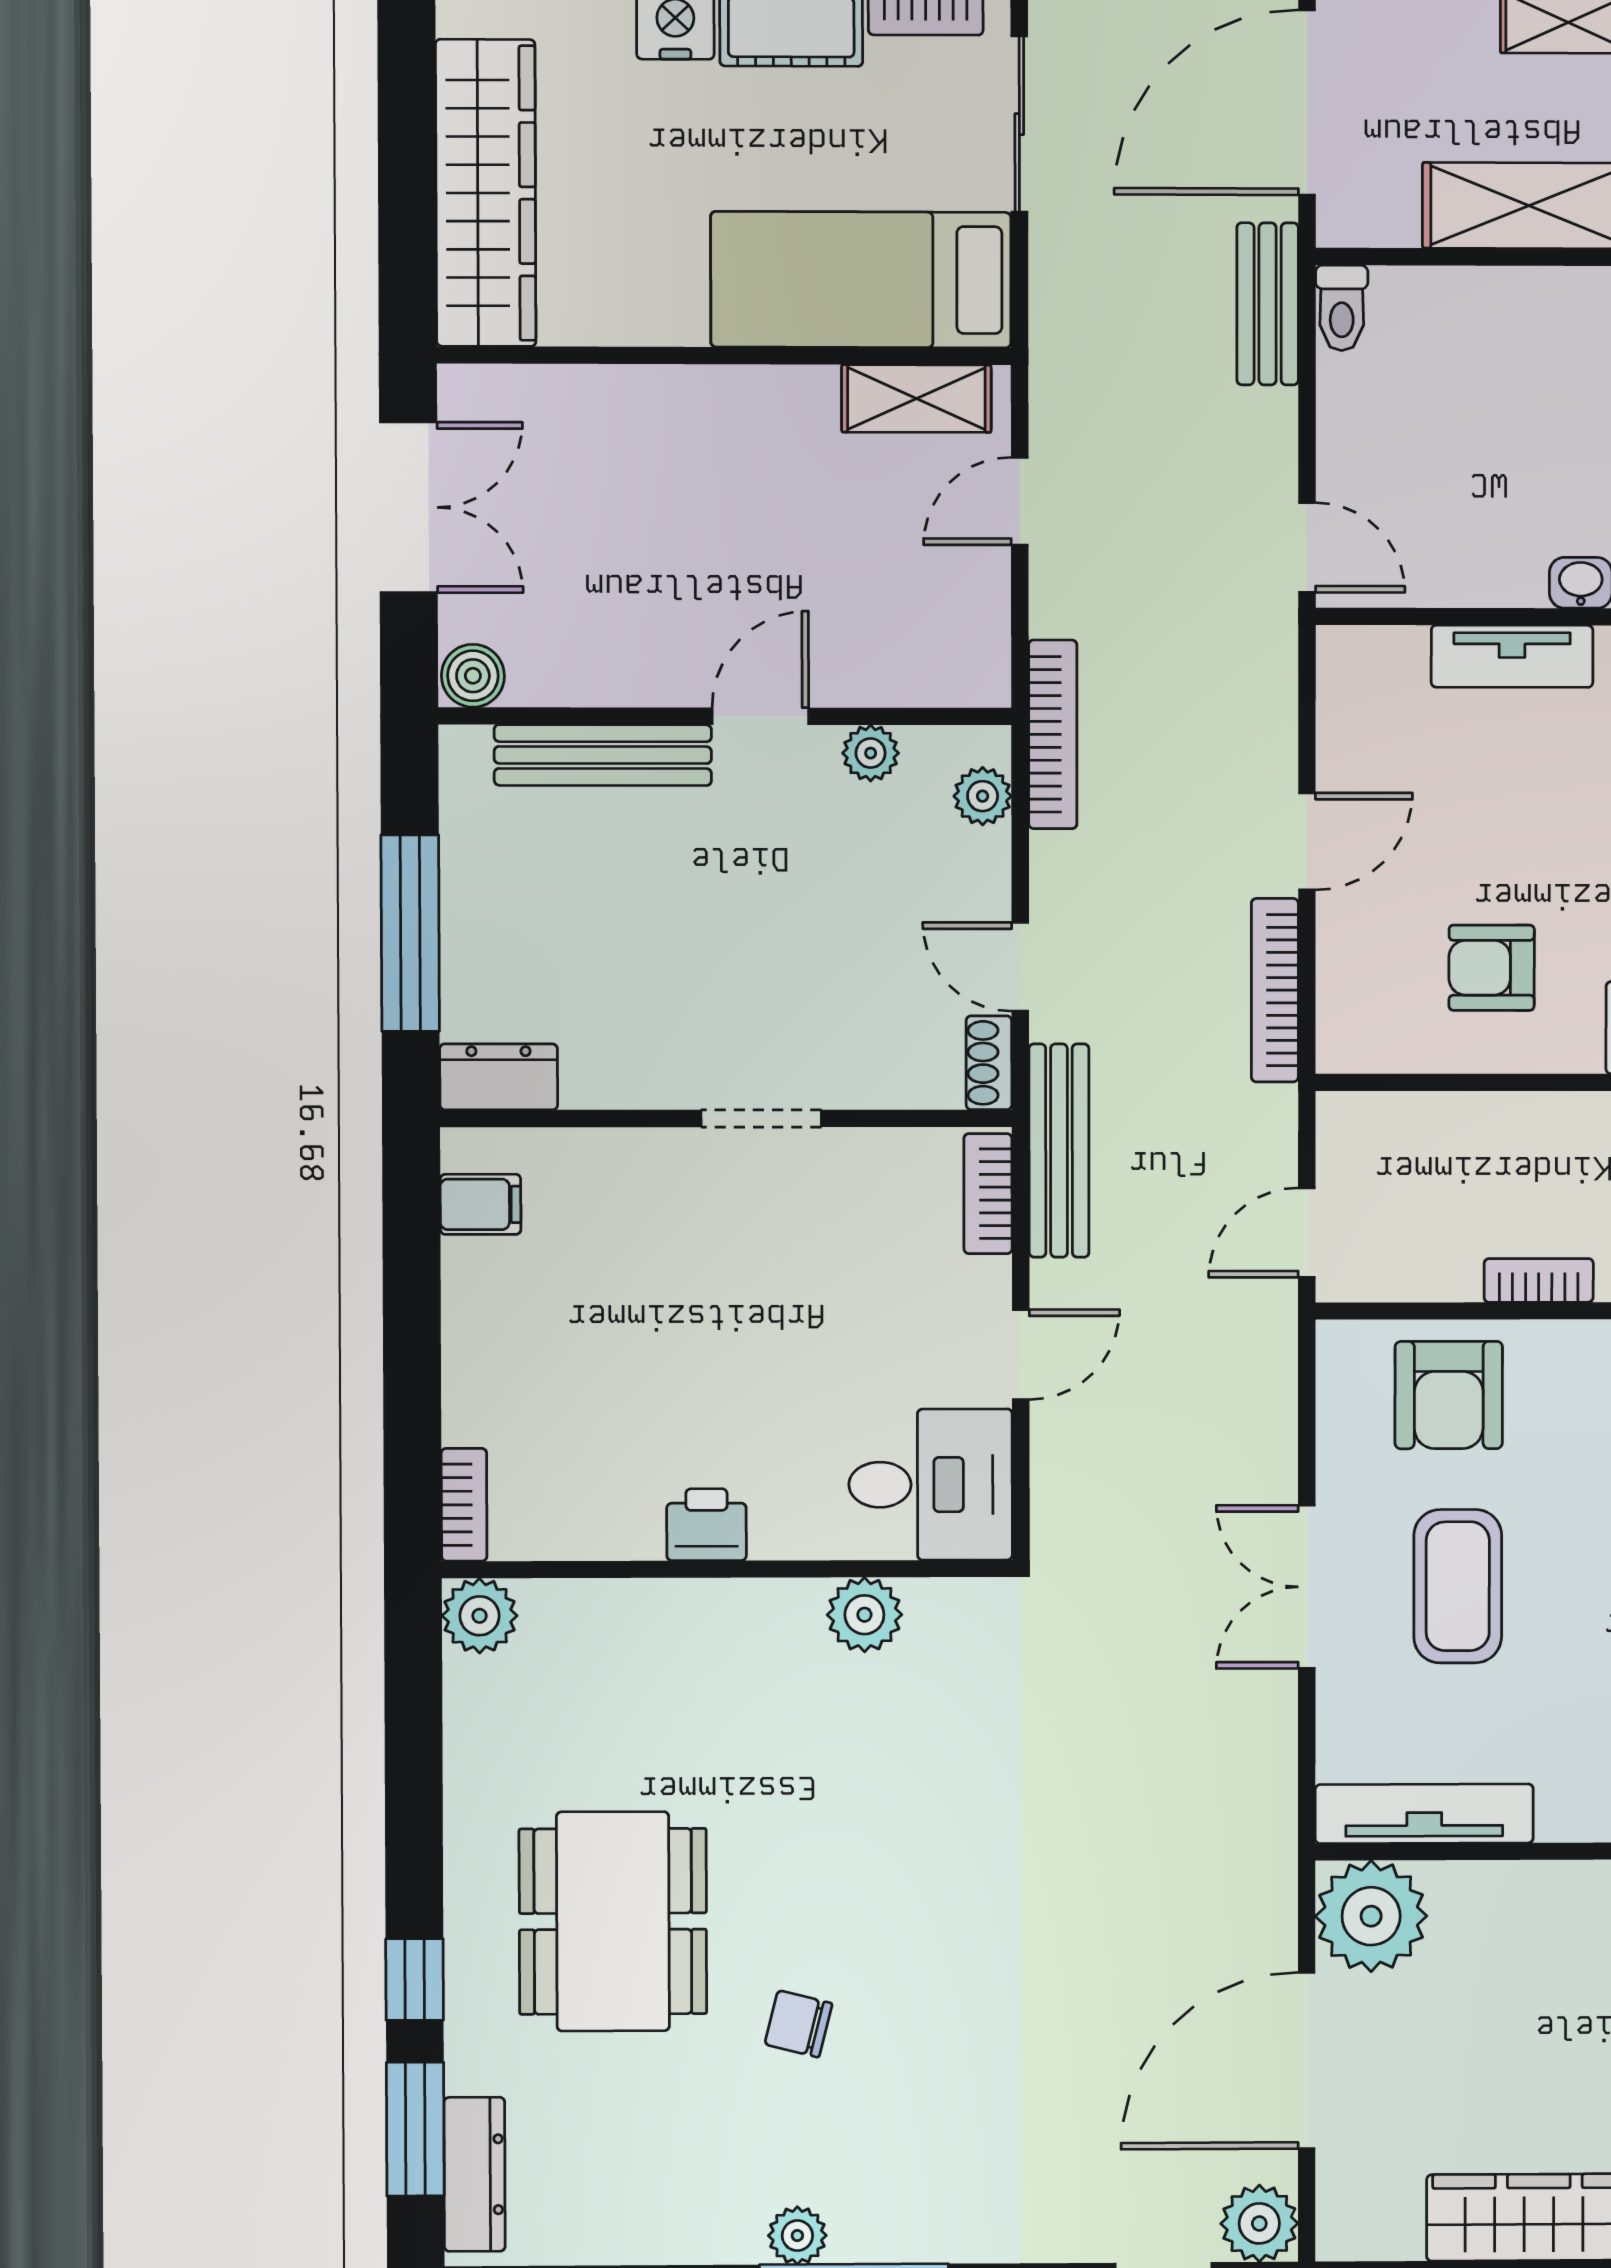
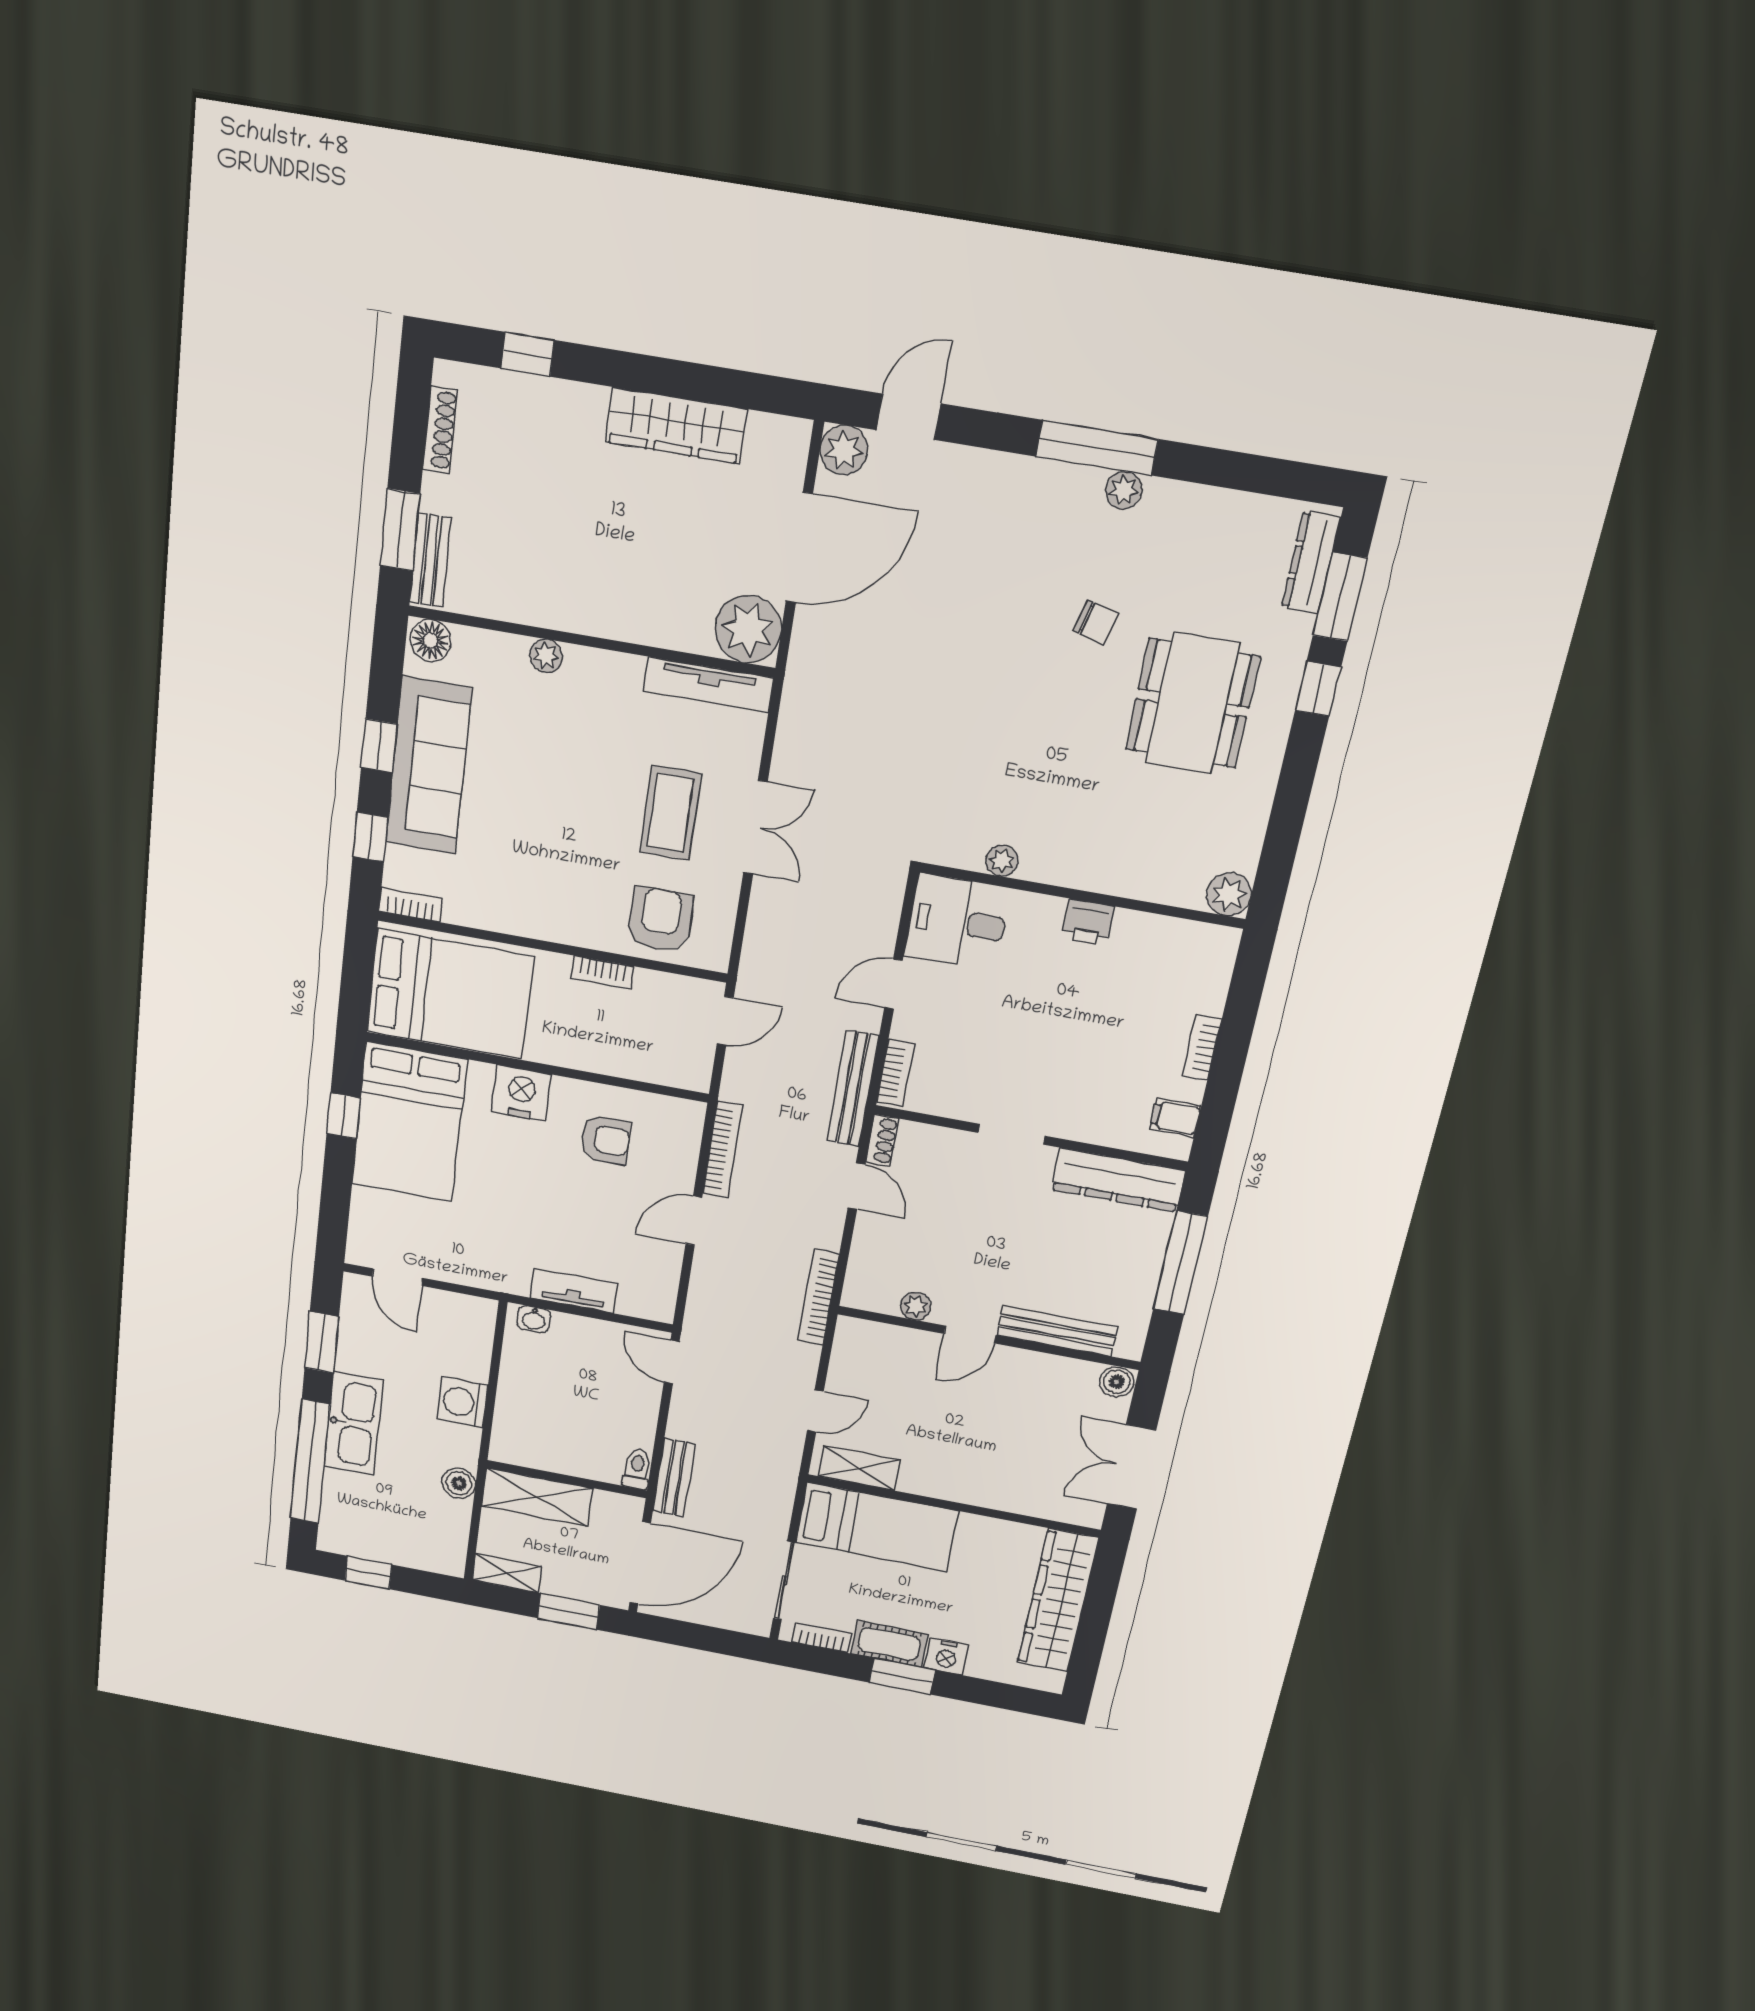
plant: (983, 796) -> (861, 1274), removed
dresser: (499, 1077) -> (1118, 1180), width x1.96, depth x1.24
bookcase: (464, 1505) -> (1202, 1047), moved
plant: (864, 1615) -> (1002, 861), width x0.73, depth x0.73

